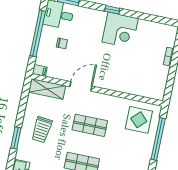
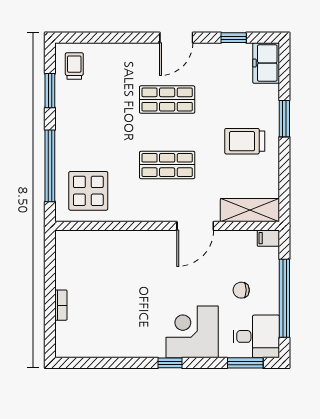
corner desk: (120, 30) -> (192, 332), moved
trolley: (42, 130) -> (245, 141), turned -96

